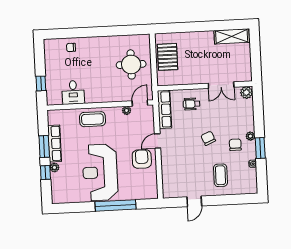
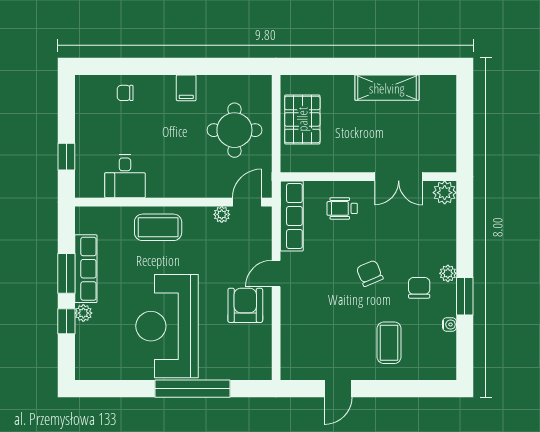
shelving: (232, 36) -> (387, 88), moved
filing cabinet: (104, 43) -> (186, 88), added

